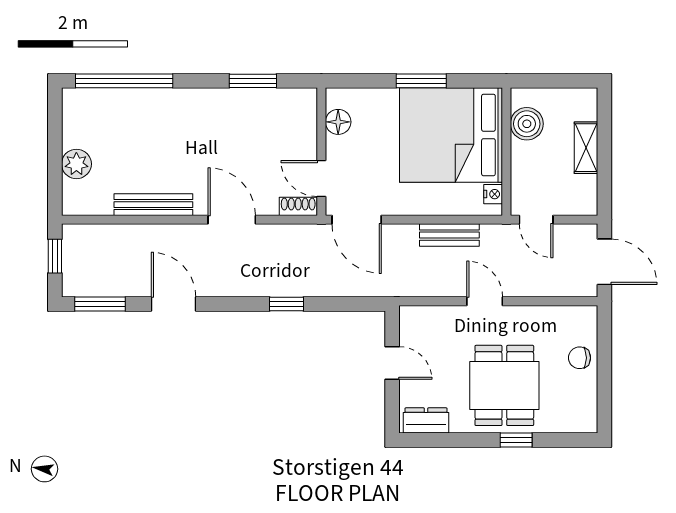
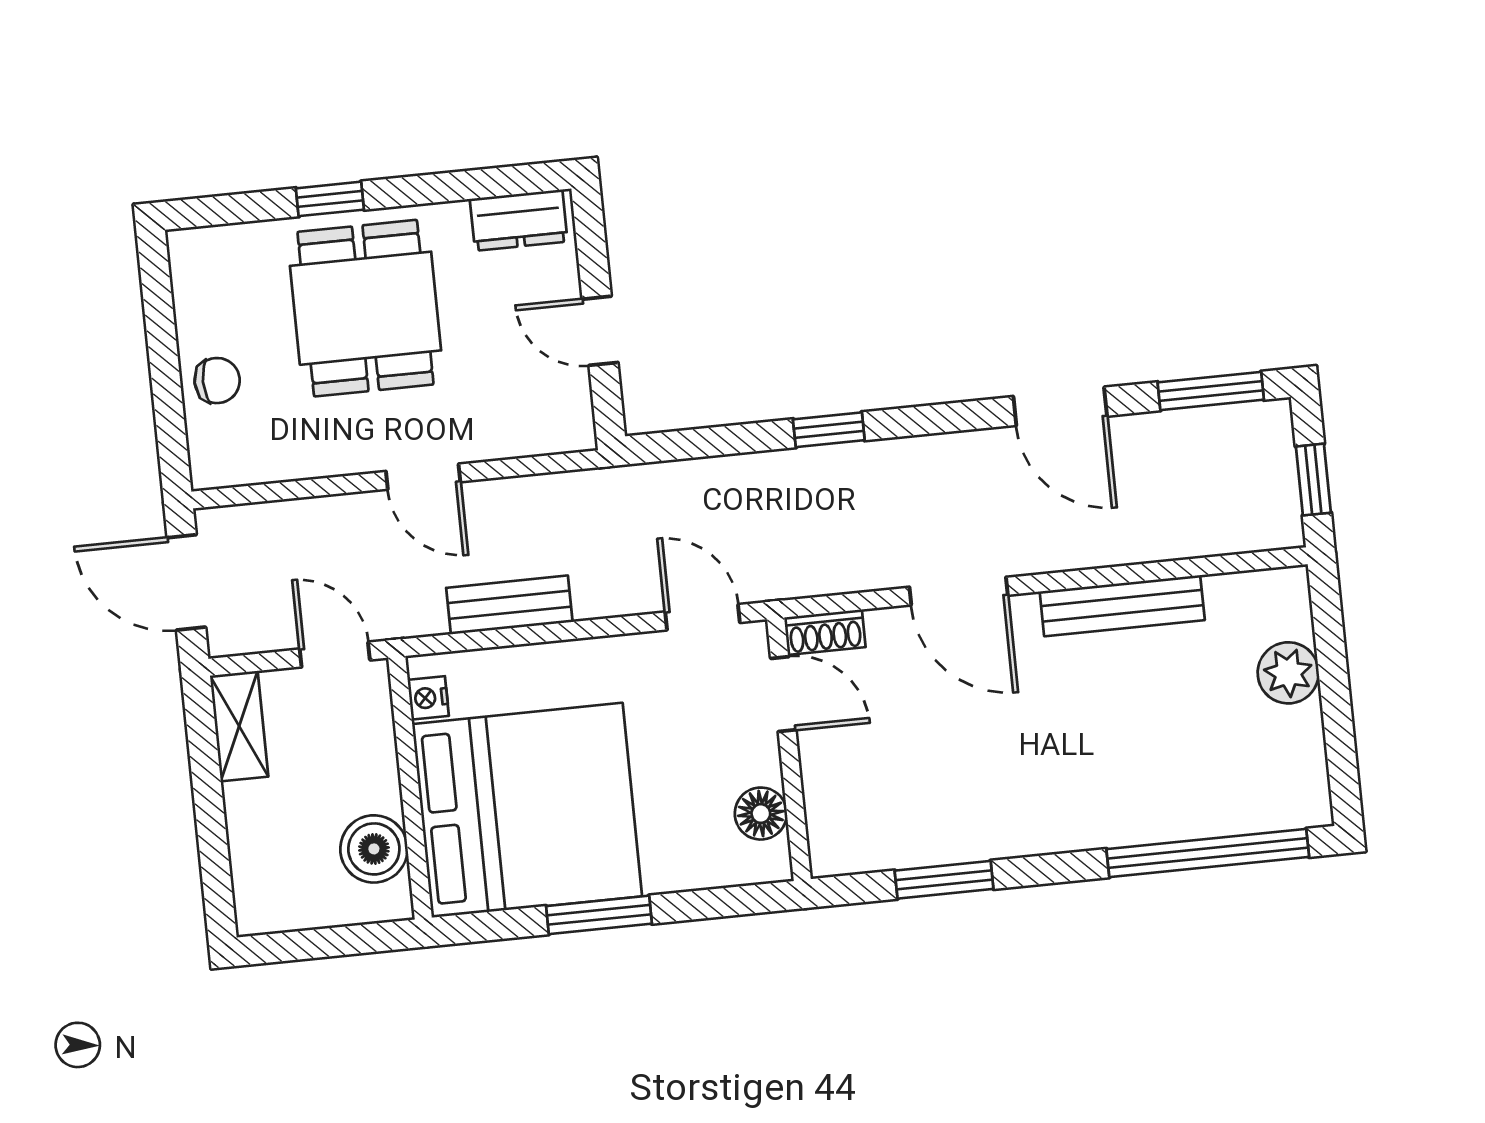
shelving: (586, 148) -> (239, 726), moved
door: (357, 220) -> (703, 617), width x0.73

